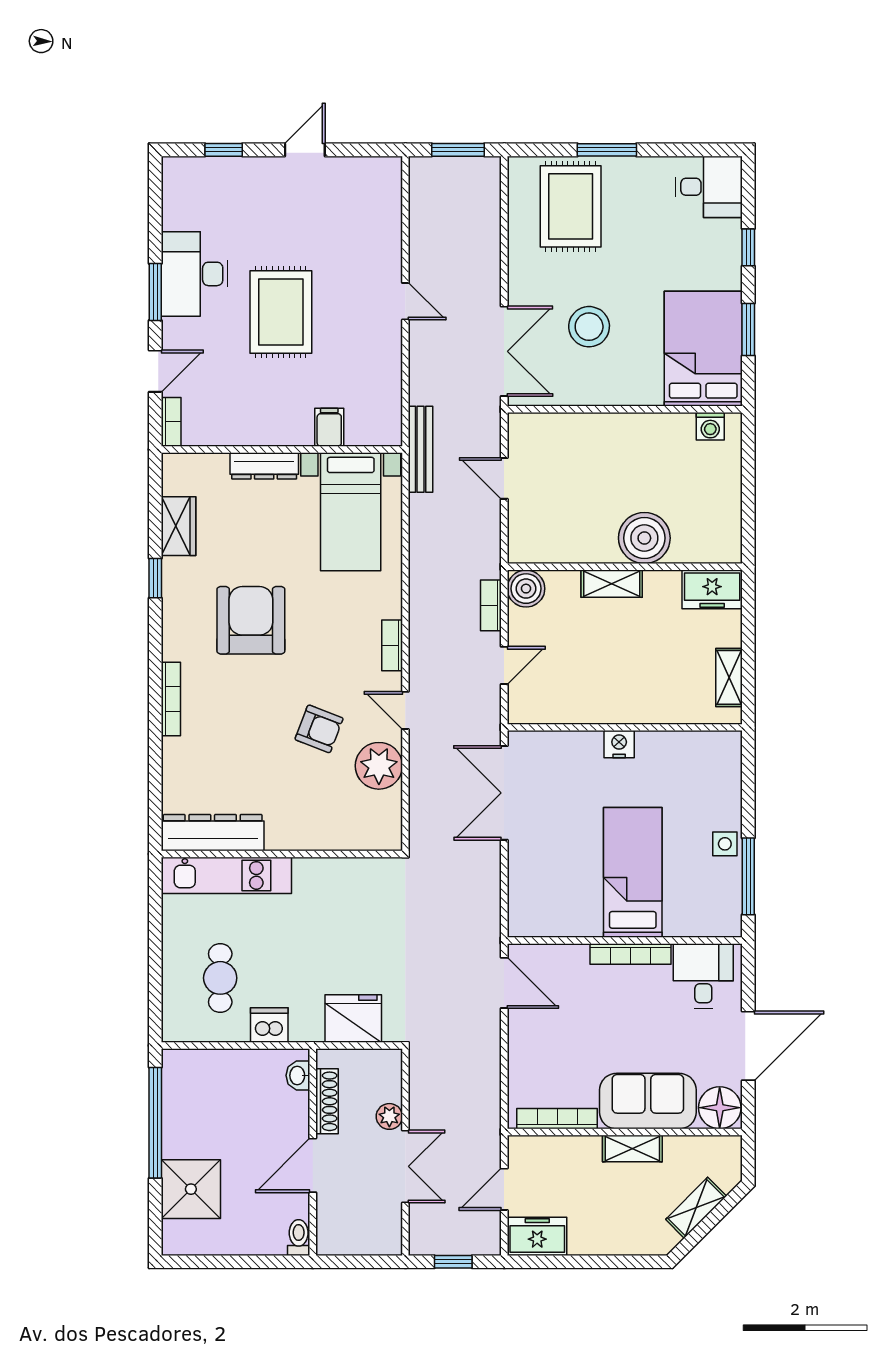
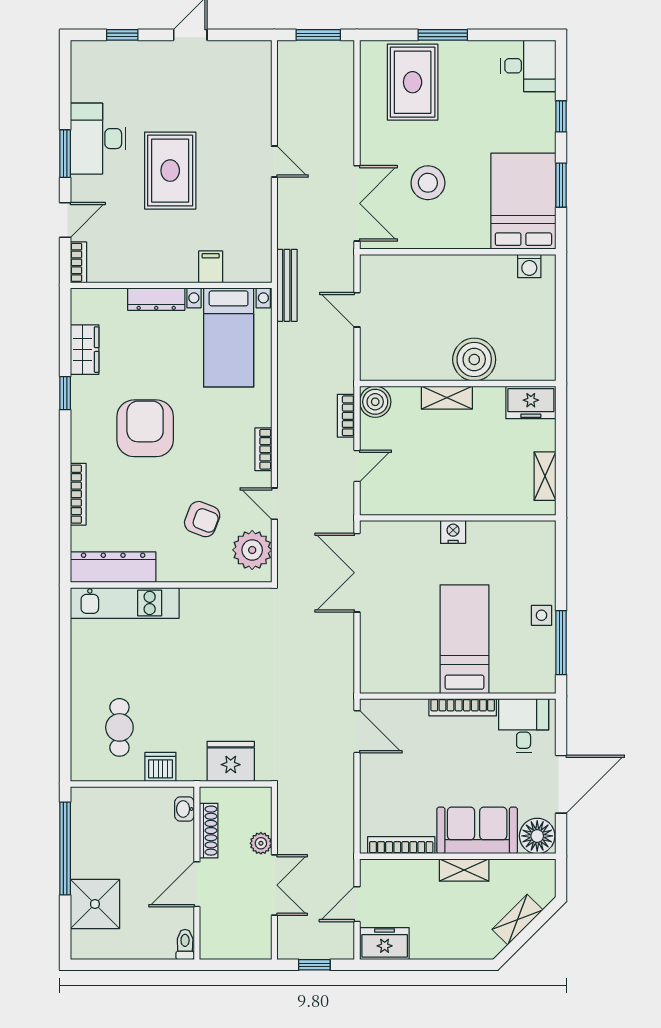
dresser: (213, 833) -> (113, 567), moved
wall: (282, 854) -> (171, 585), moved
kitchen unit: (226, 875) -> (125, 603), moved

